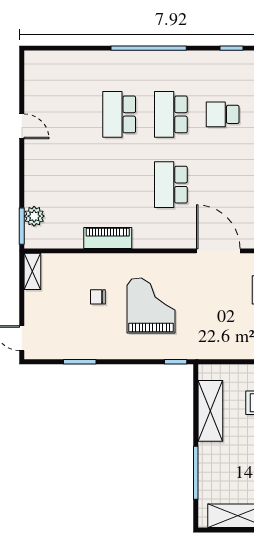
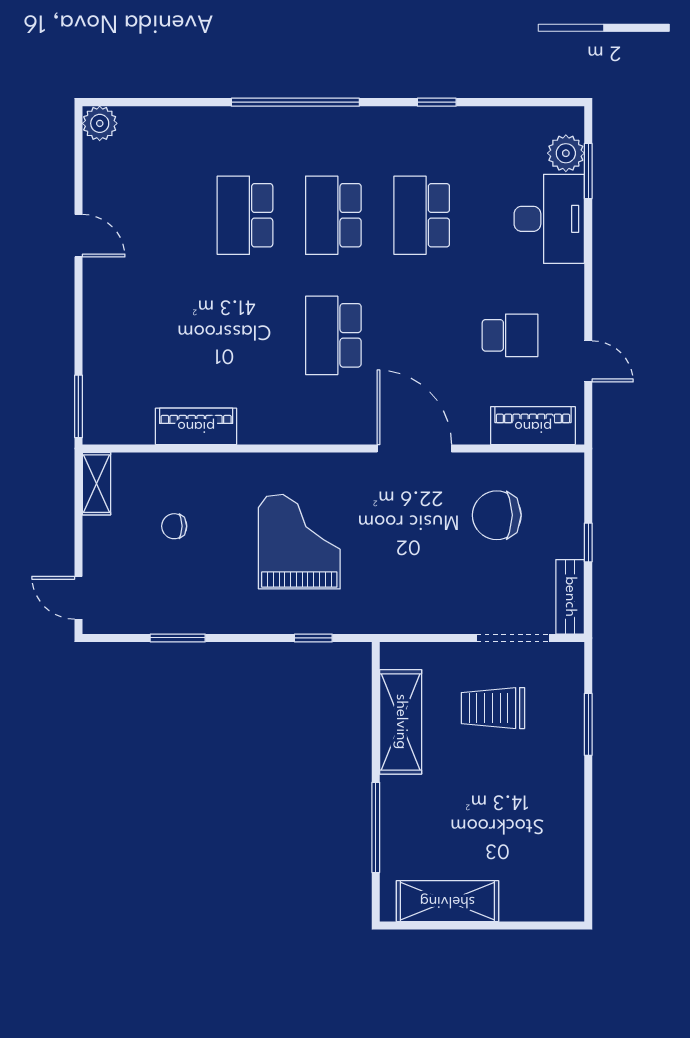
school desk: (223, 114) -> (422, 215), width x1.85
plant: (34, 216) -> (100, 123), moved
piano: (108, 238) -> (196, 426), moved
chair: (98, 297) -> (174, 526), moved
window: (176, 362) -> (313, 638), moved

